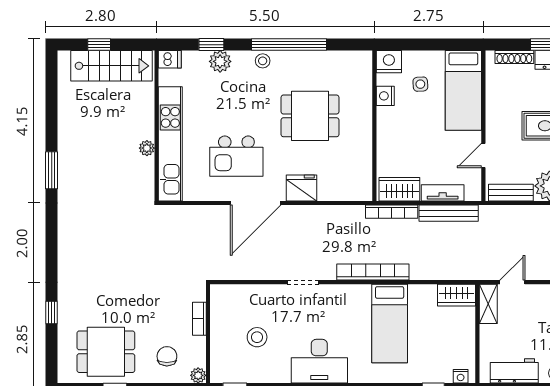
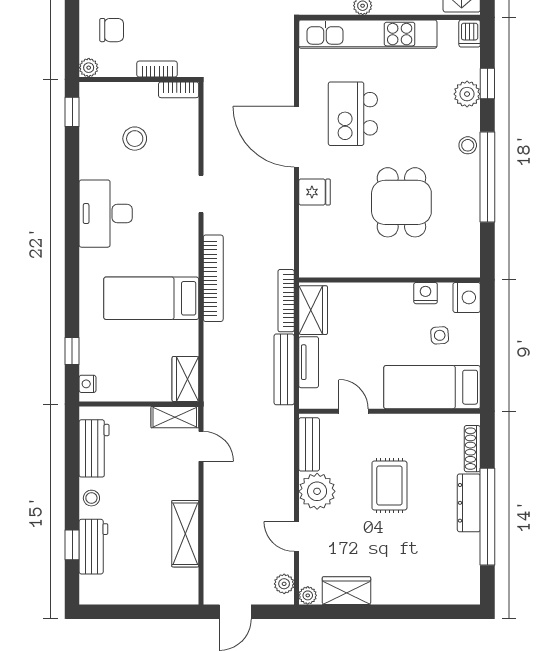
fridge: (301, 188) -> (314, 192), width x0.72
bookcase: (217, 301) -> (179, 90), added

